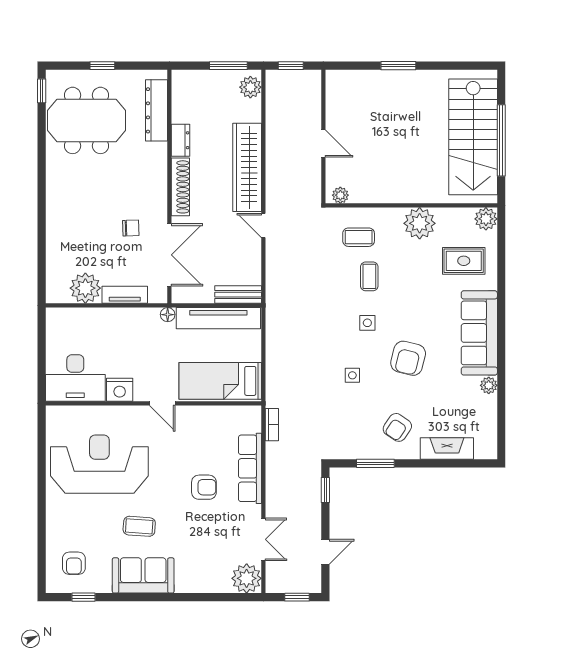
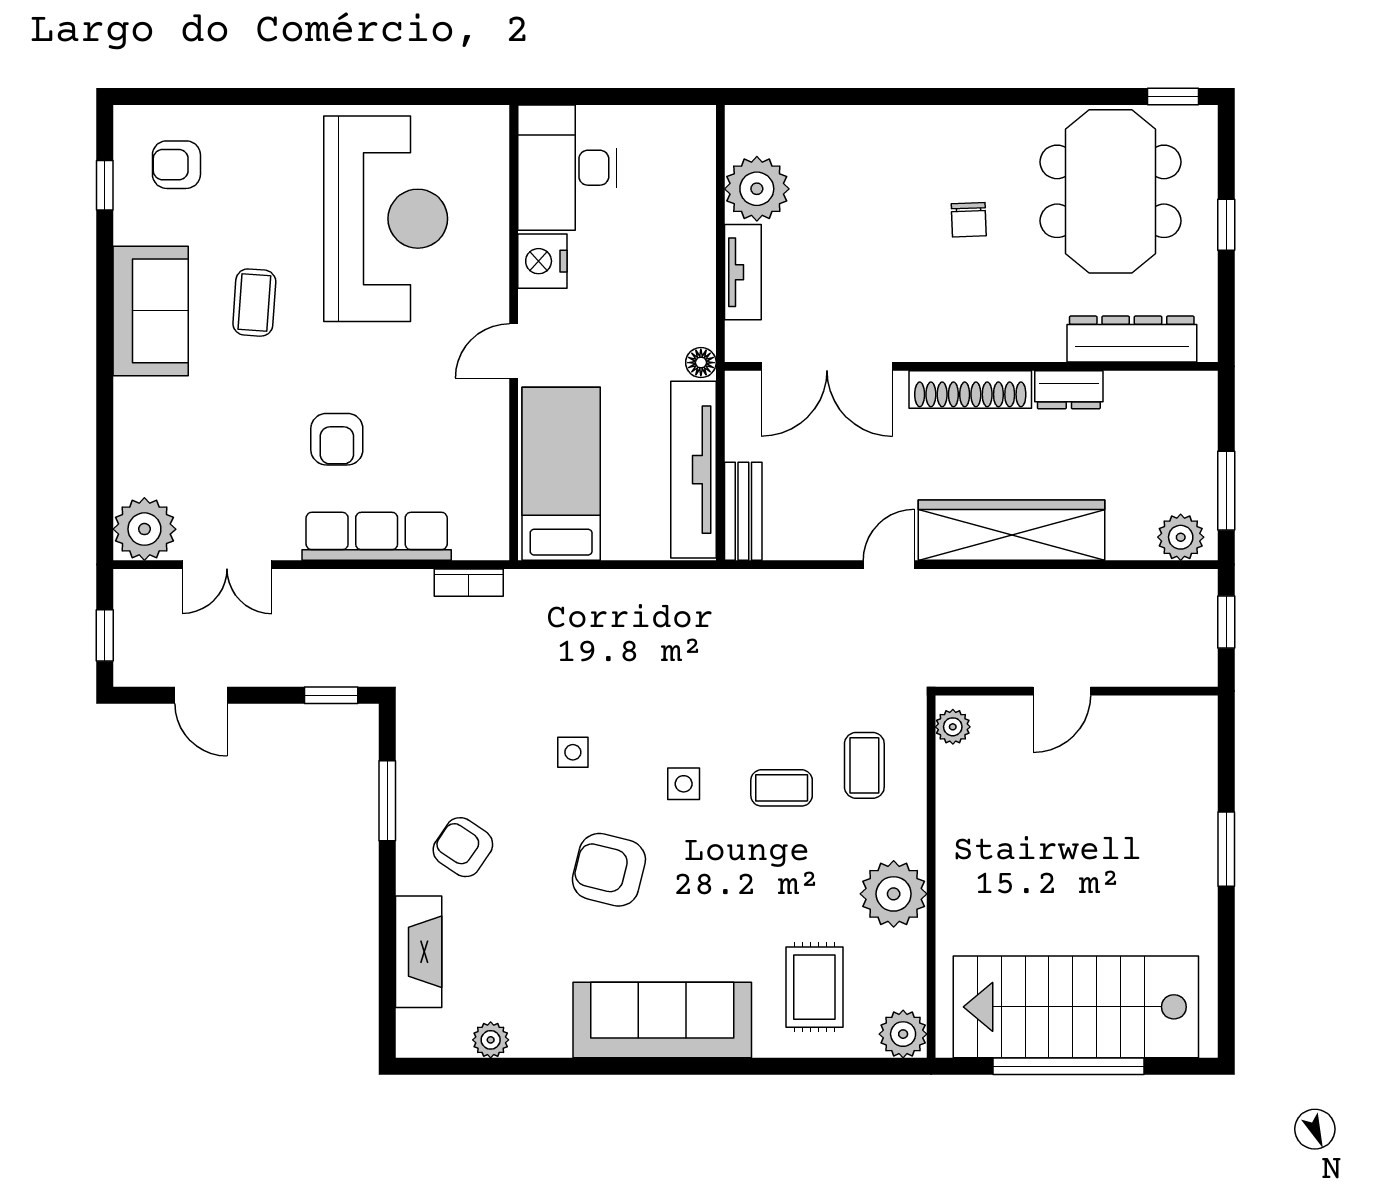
chair: (131, 228) -> (969, 220), moved
plant: (489, 385) -> (491, 1040), moved

